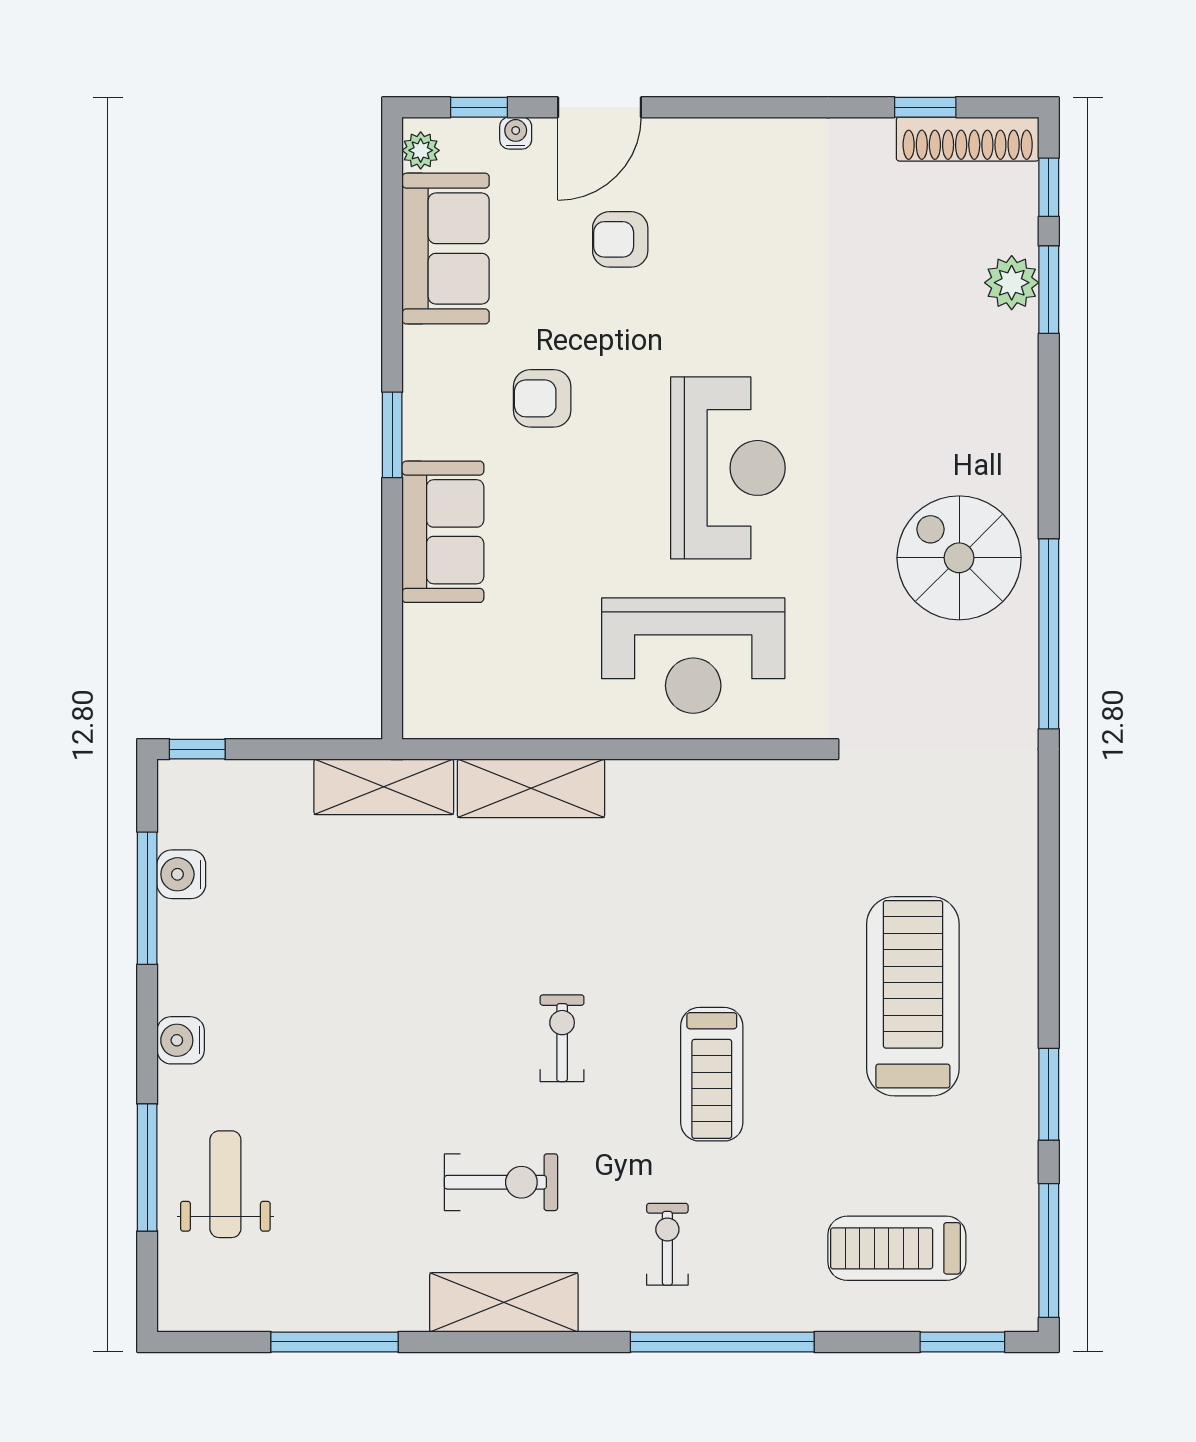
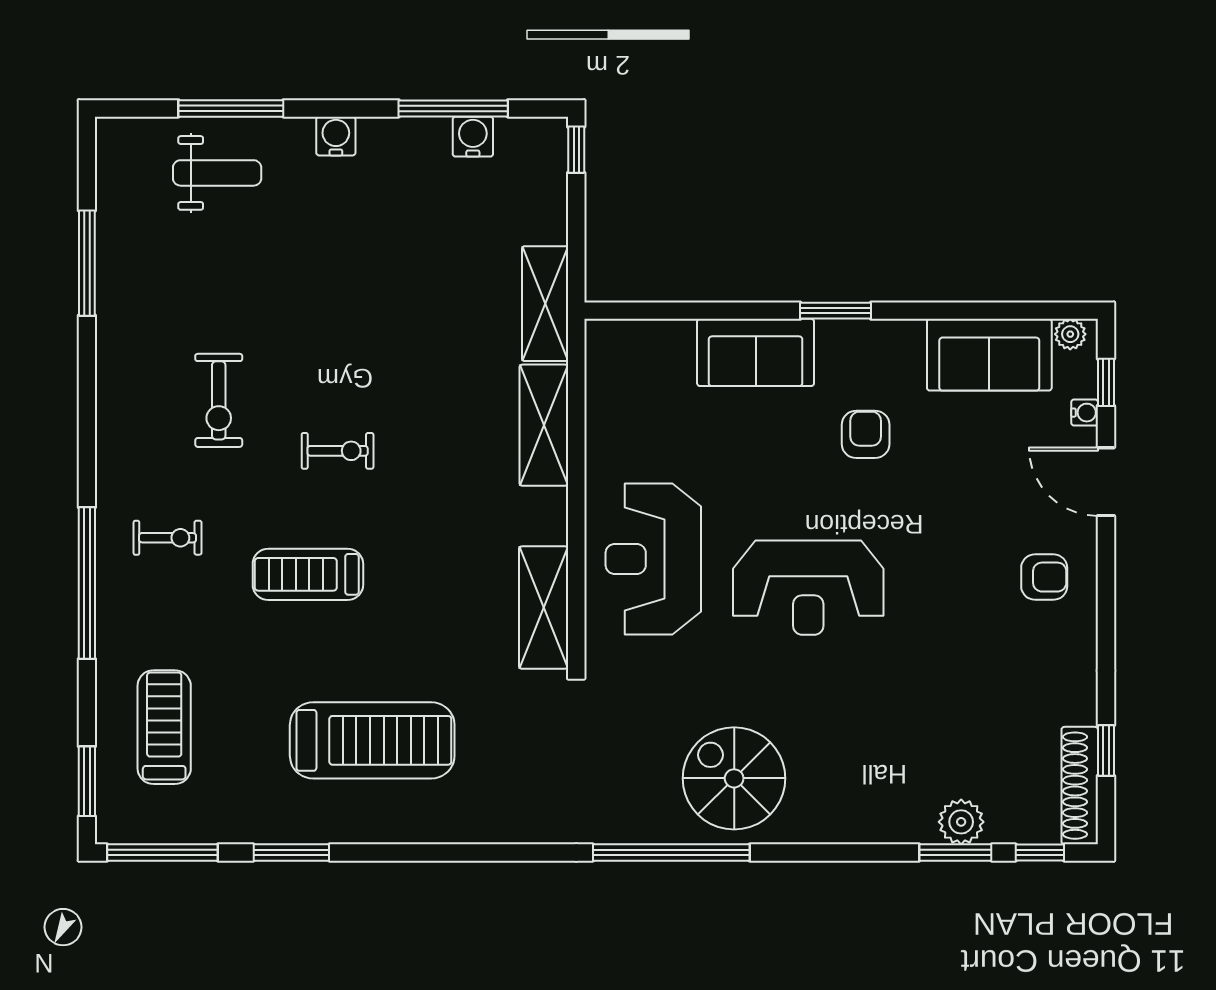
armchair: (620, 239) -> (1044, 577), moved, turned 90
spiral stairs: (959, 558) -> (734, 778), turned -90
shelving: (504, 1302) -> (544, 608), moved

